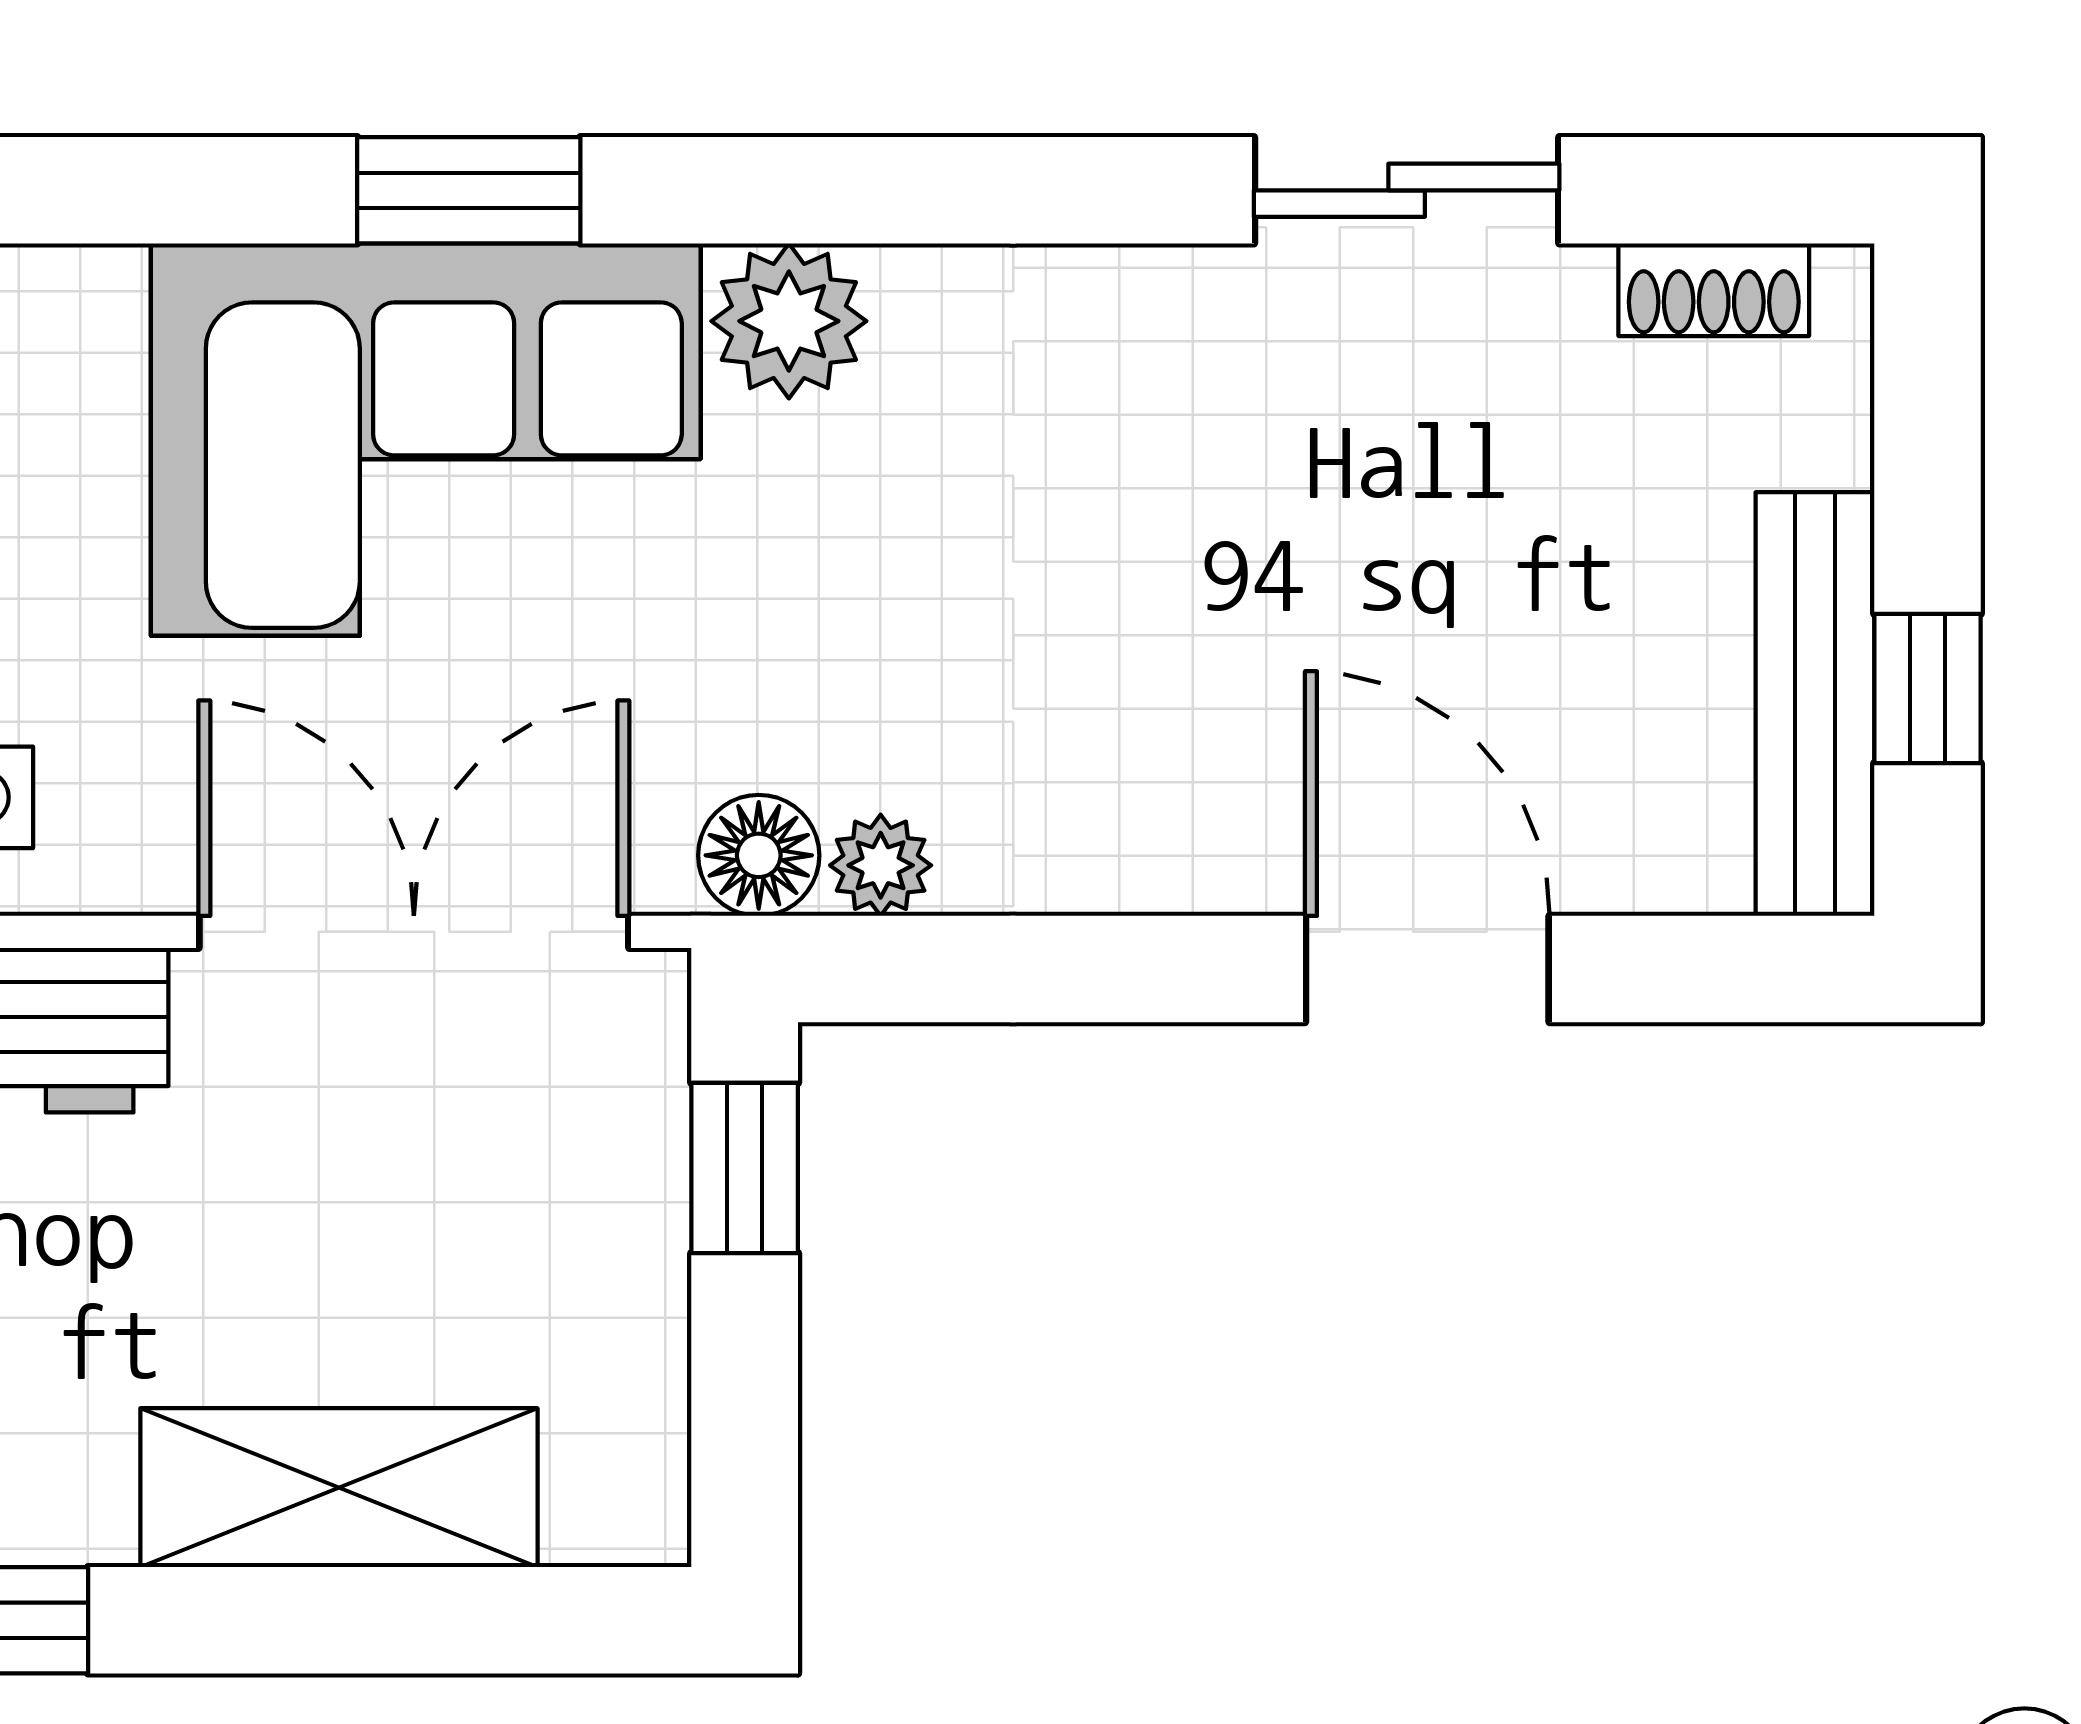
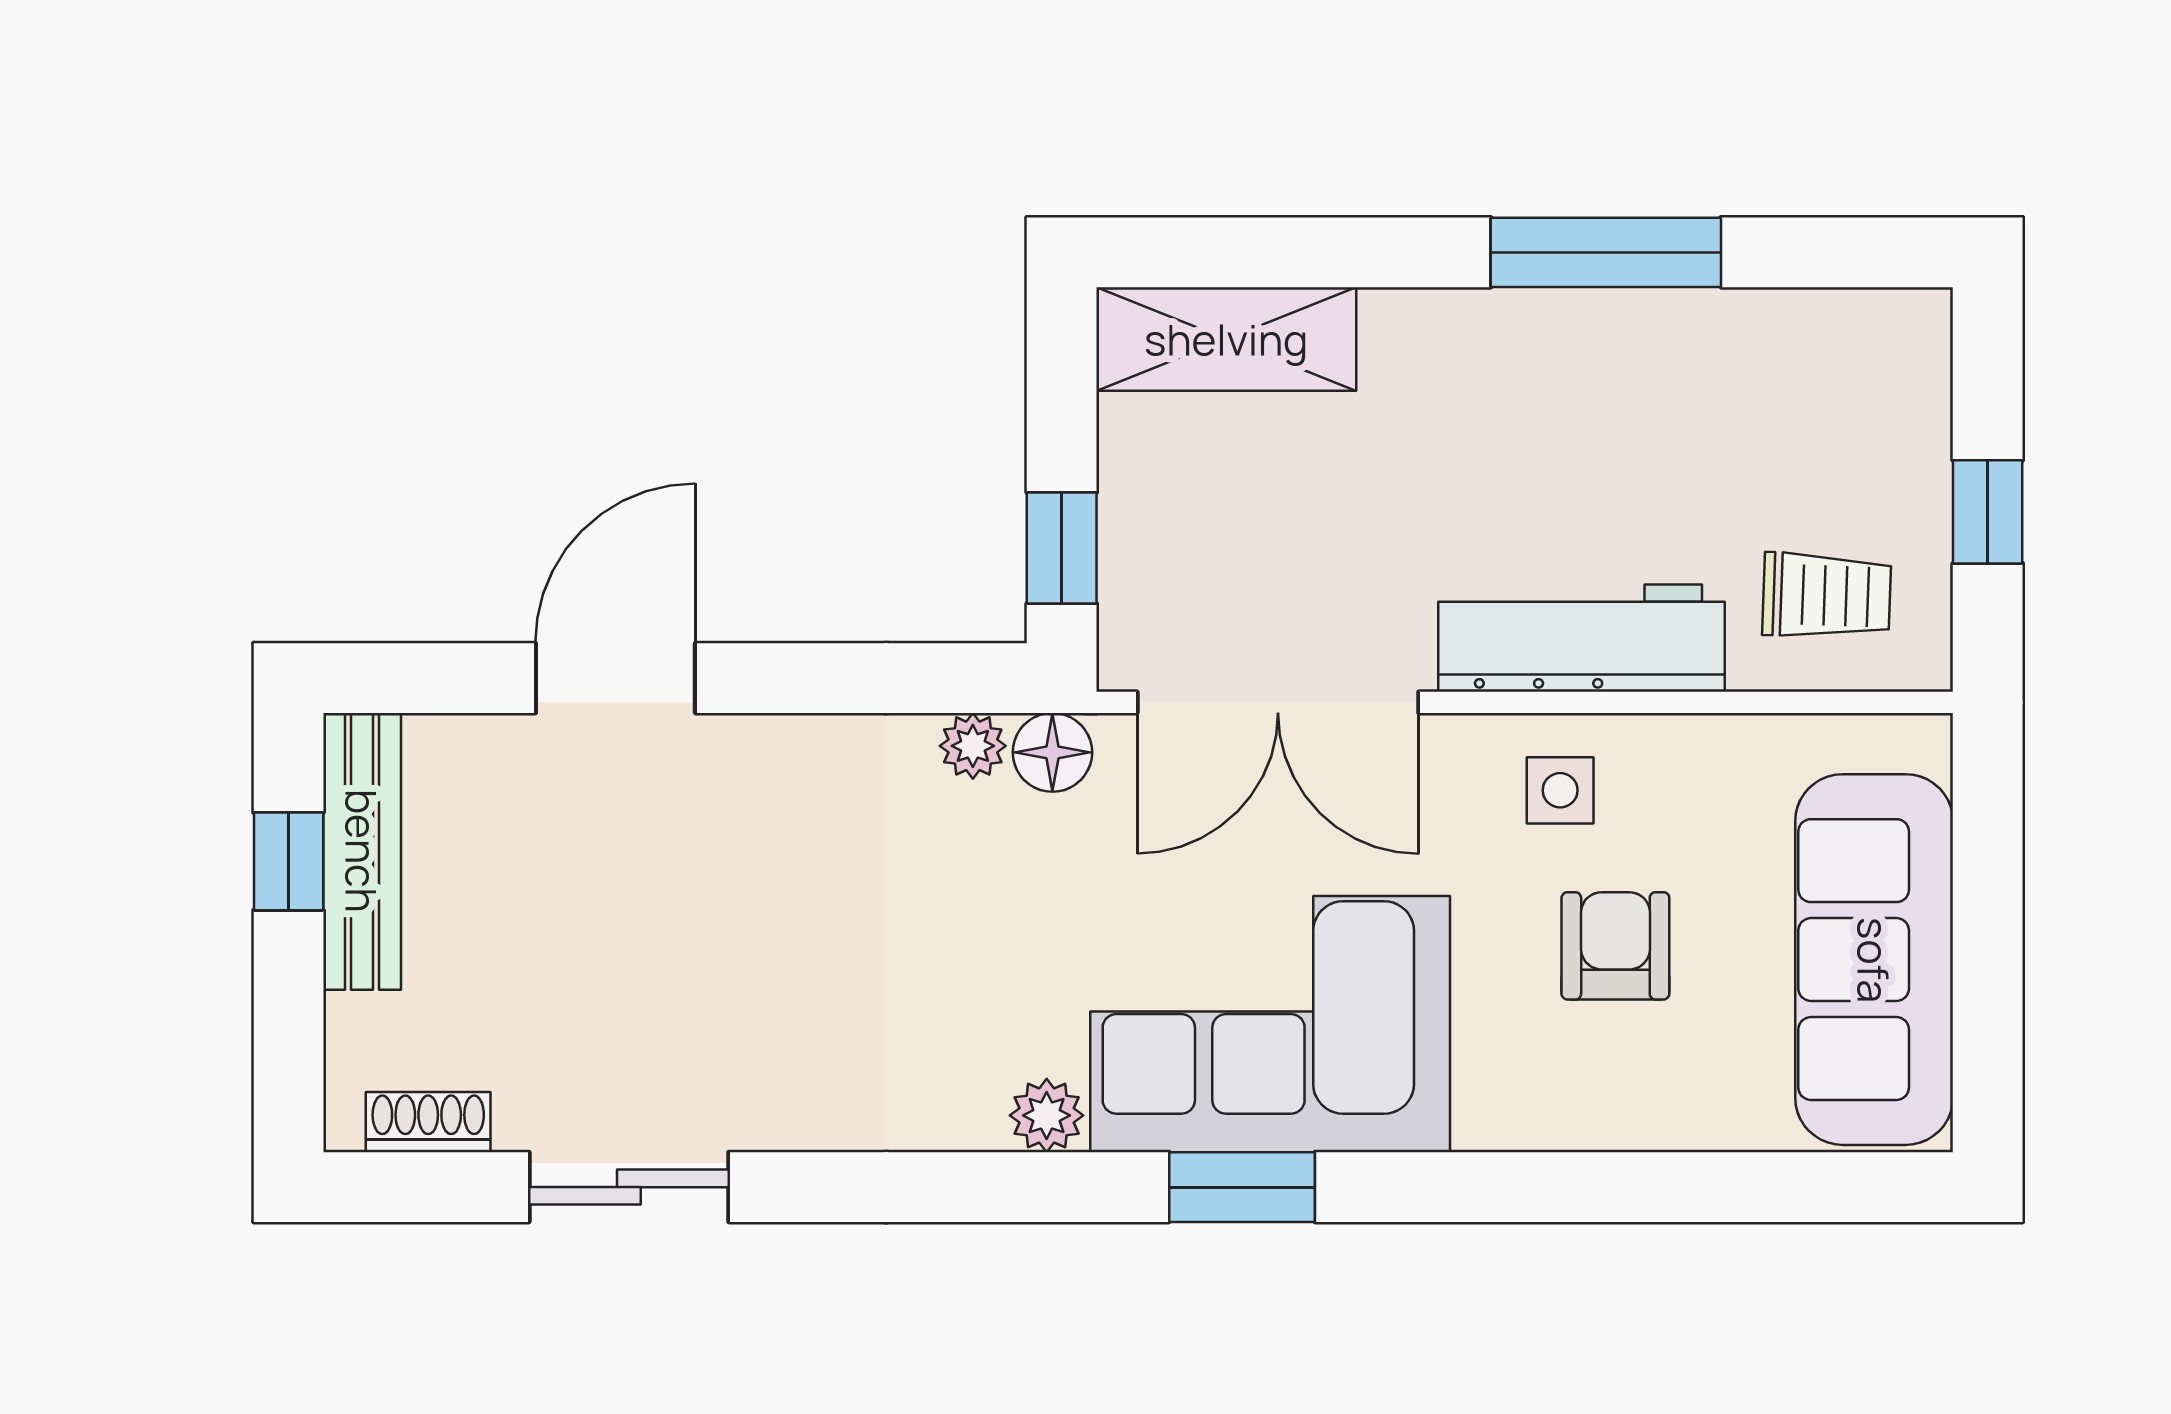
plant: (789, 321) -> (1047, 1115), width x0.73, depth x0.73
door: (1427, 969) -> (615, 678), swing flipped
shelving: (339, 1488) -> (1226, 339), moved

